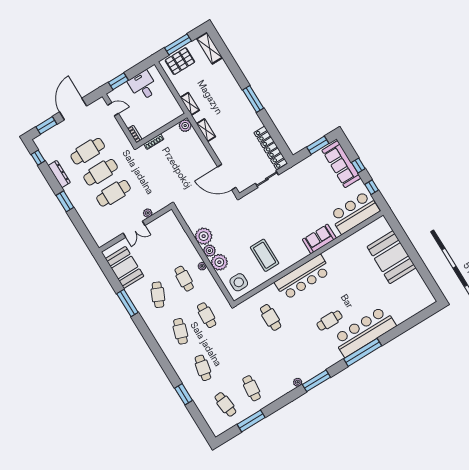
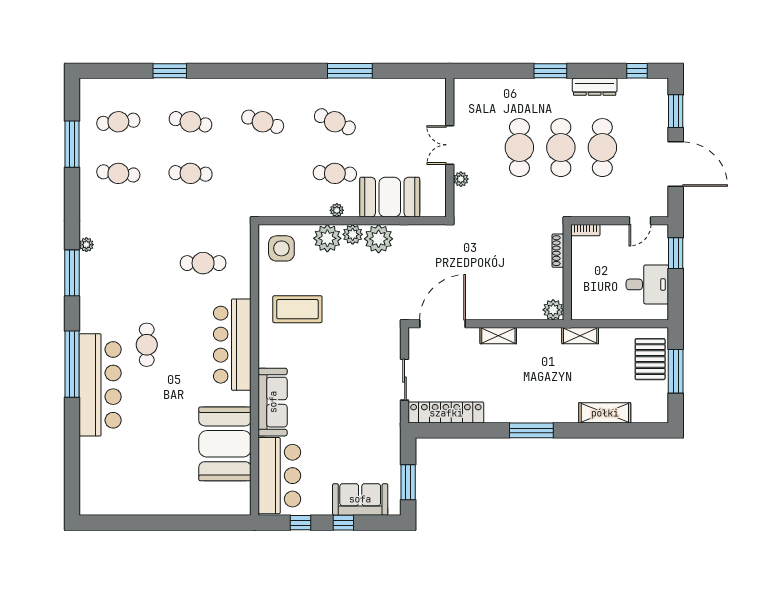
shelving: (210, 48) -> (605, 413), moved
shelving: (206, 130) -> (498, 336), moved
sofa: (341, 164) -> (360, 499), width x0.73
sofa: (319, 239) -> (273, 402), width x1.36
booth: (392, 257) -> (225, 444), moved, turned 90
booth: (125, 267) -> (390, 197), moved
cafe table: (207, 315) -> (190, 173), moved

